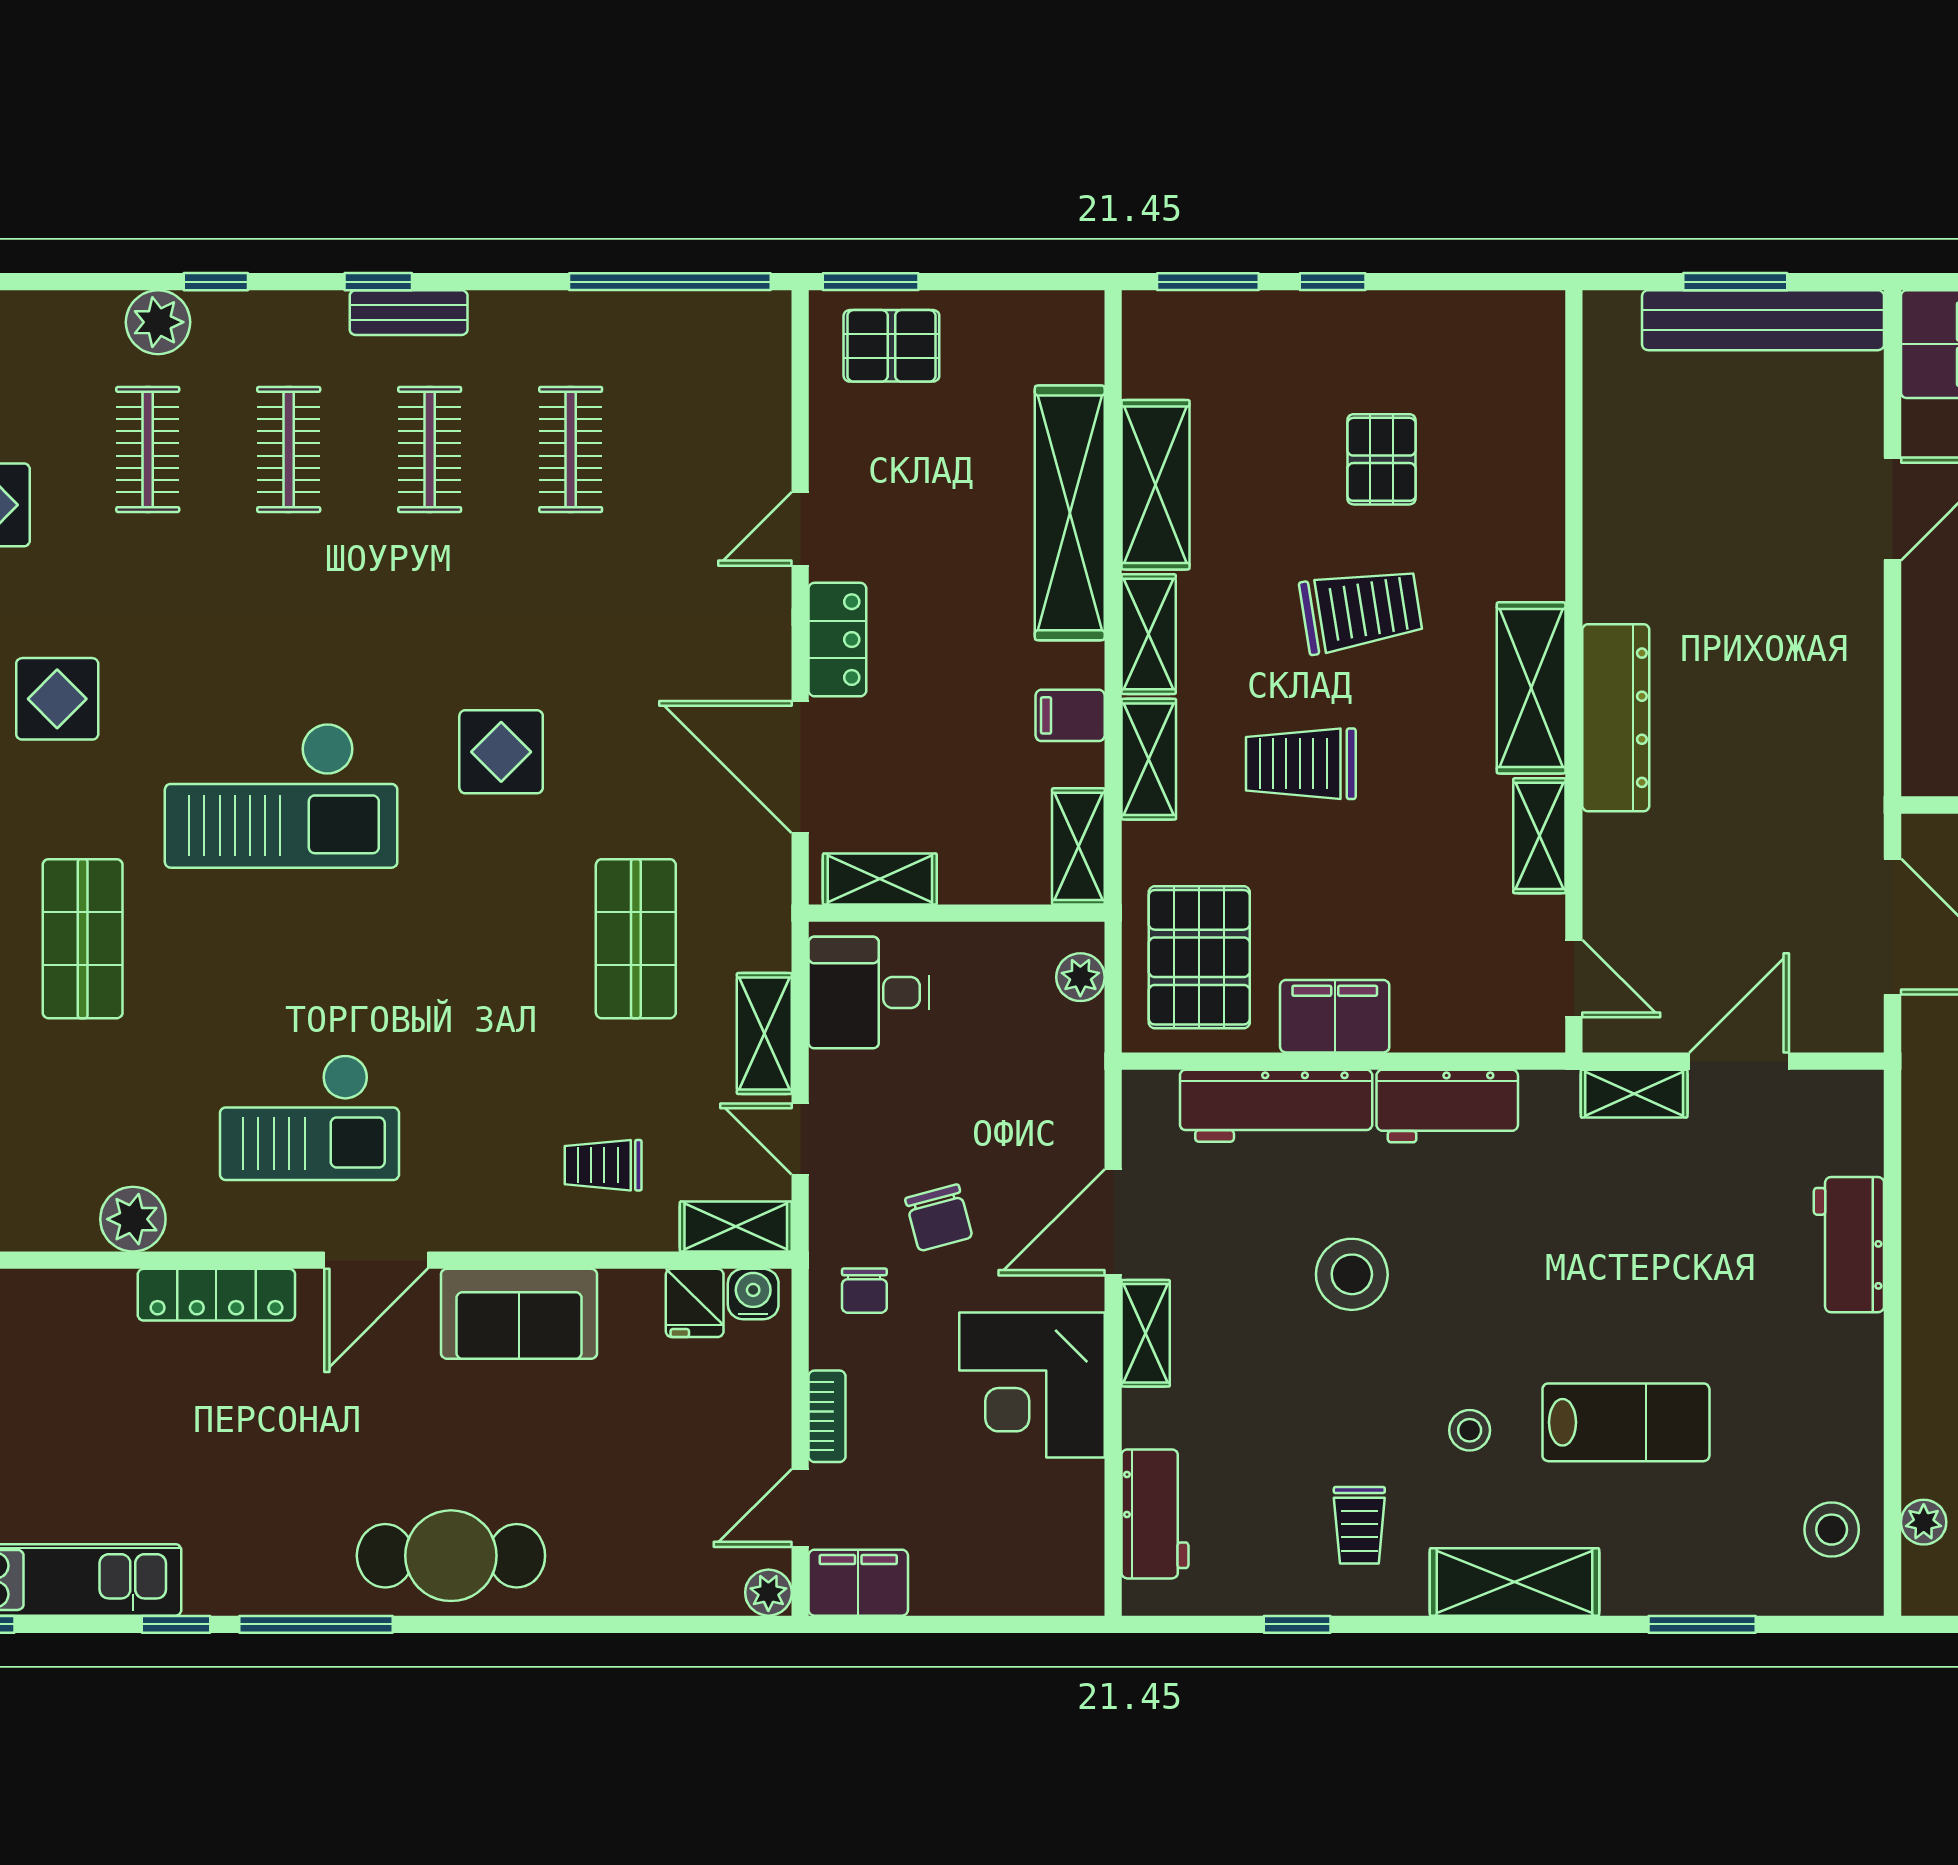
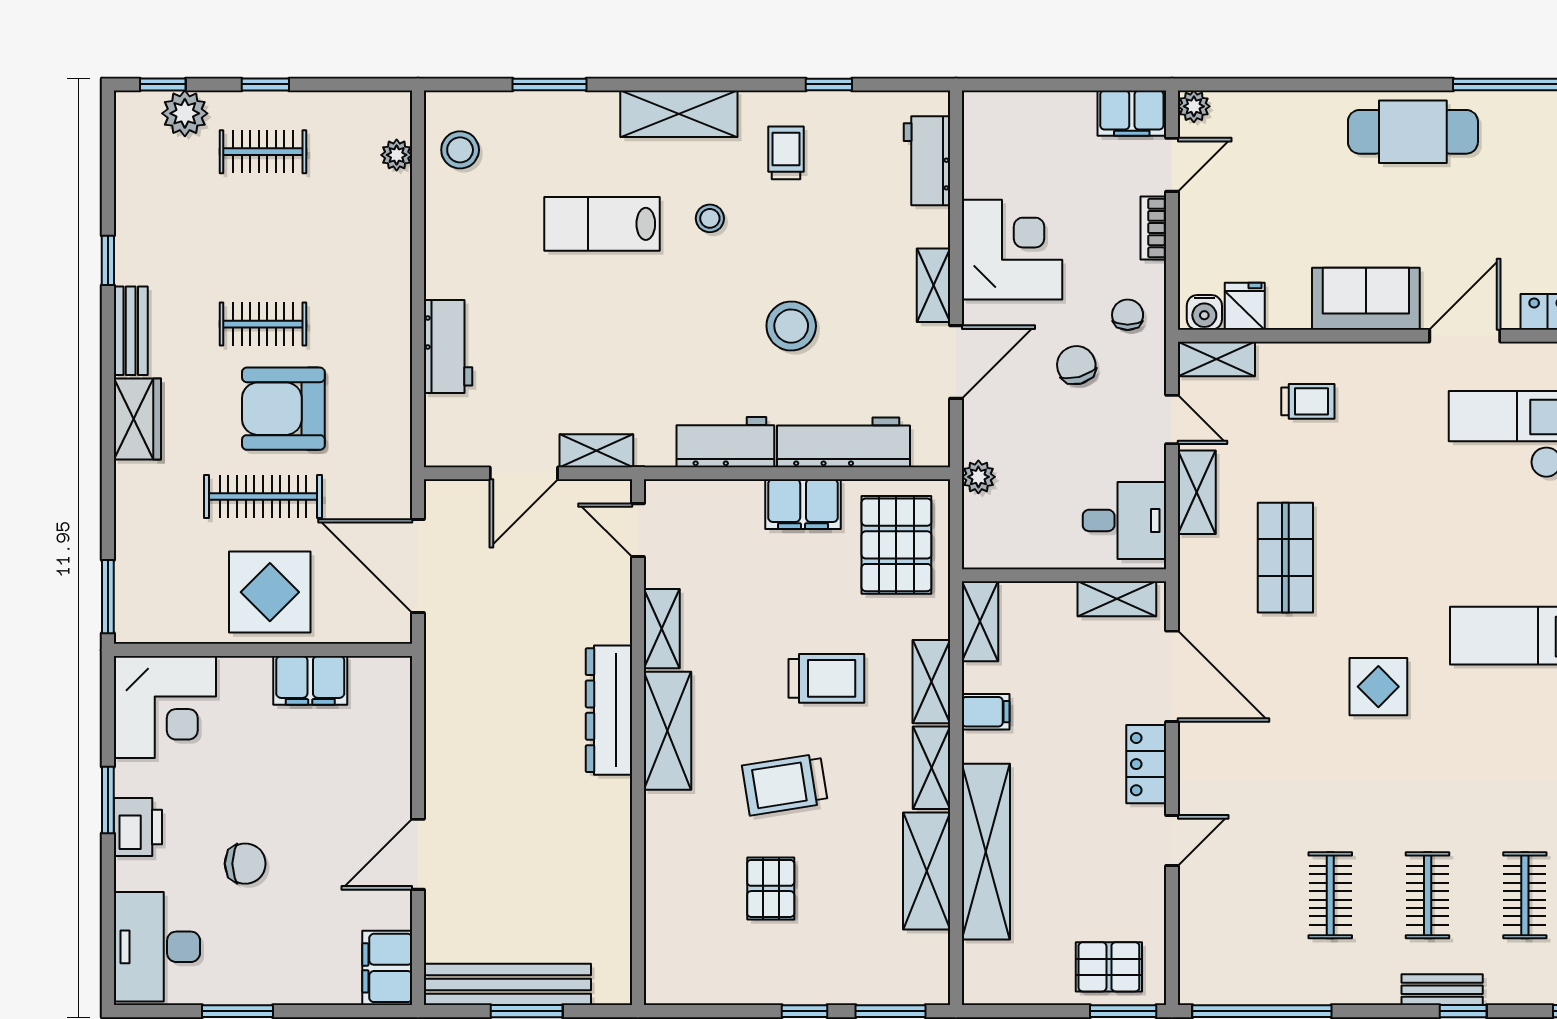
plant: (1080, 977) -> (978, 477), moved

